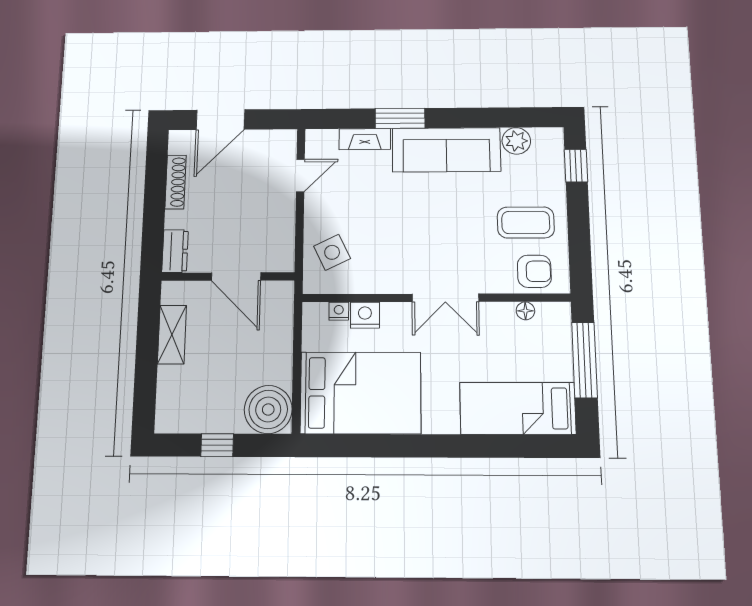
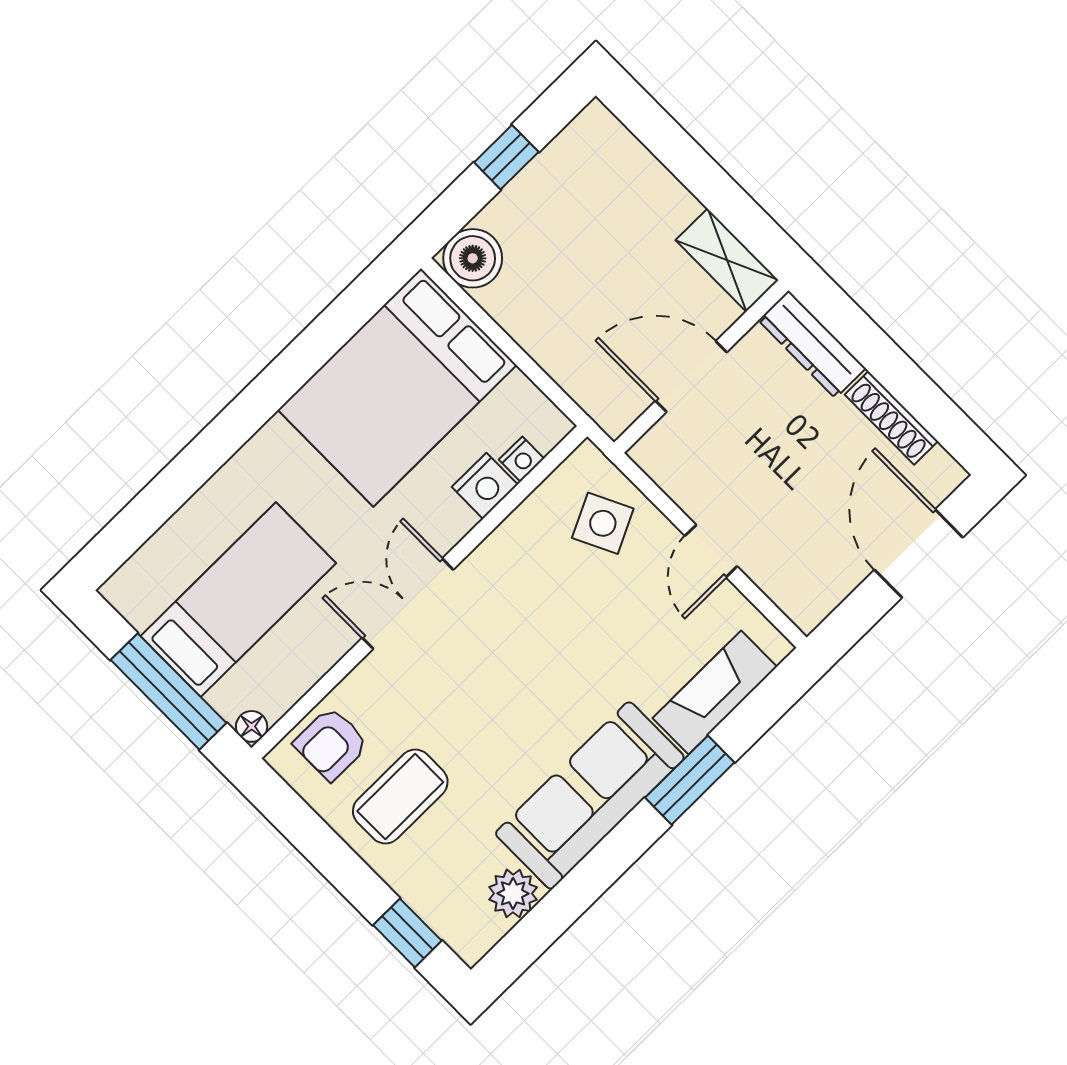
fireplace: (365, 139) -> (715, 692), width x1.37, depth x1.32
door: (300, 176) -> (711, 551), moved
dresser: (175, 251) -> (812, 344), width x1.44
floor lamp: (525, 311) -> (252, 726), moved
shelving: (172, 335) -> (727, 260), moved
bed: (518, 408) -> (238, 600), moved
boiler: (268, 409) -> (473, 258), width x0.73, depth x0.73

